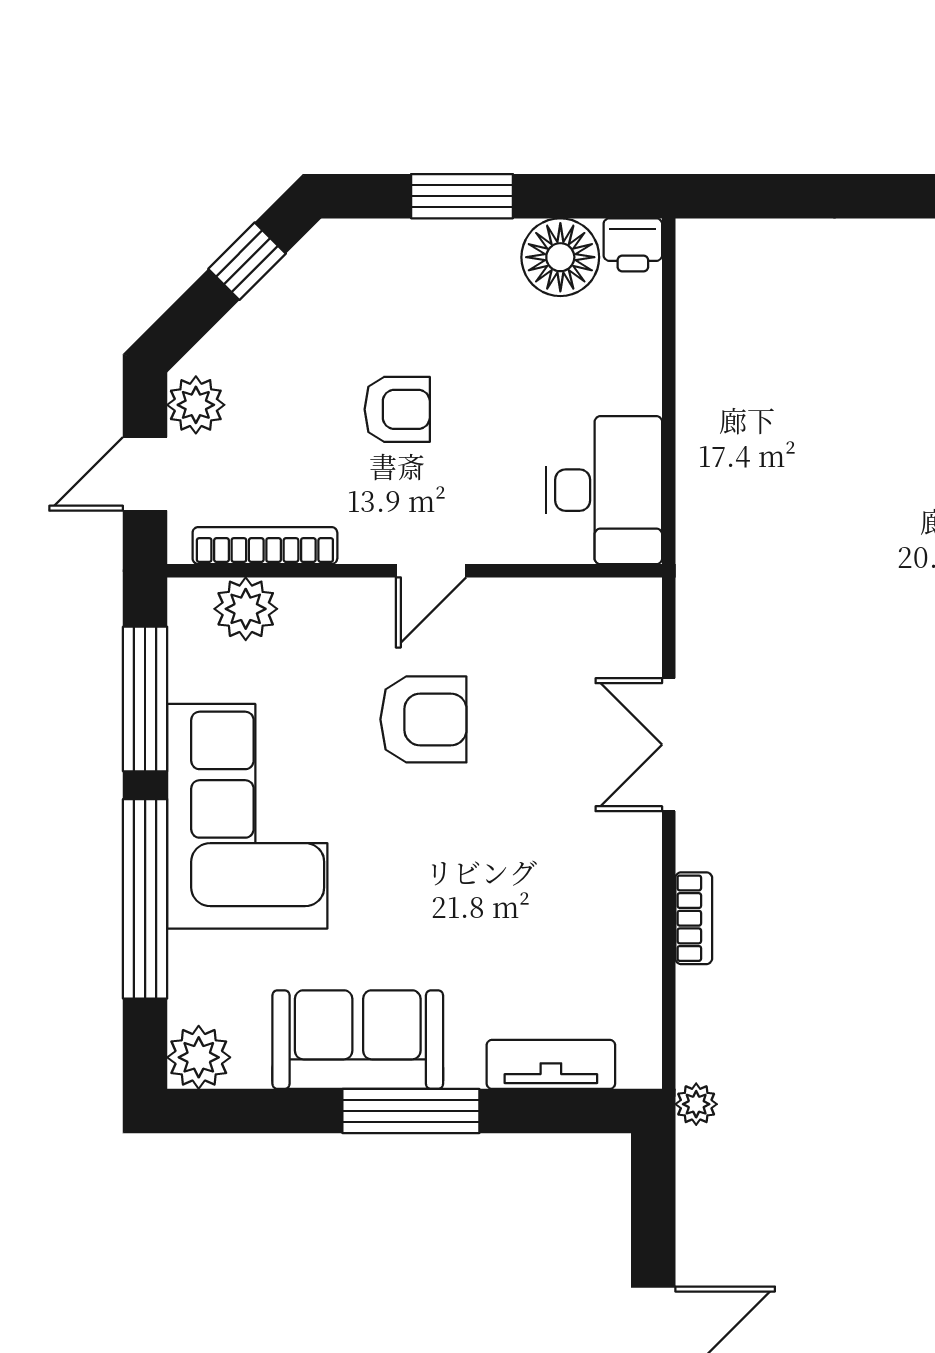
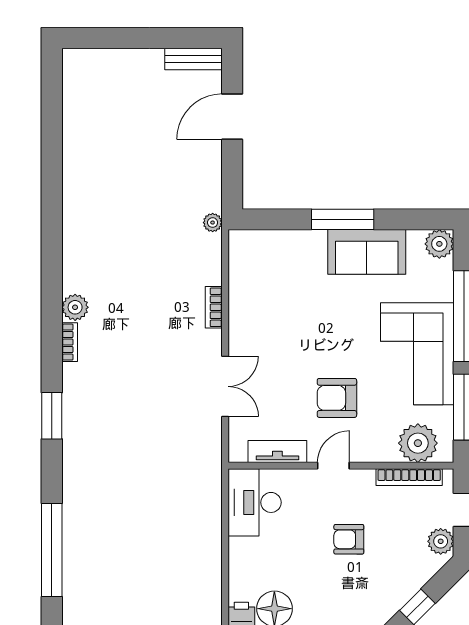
plant: (246, 609) -> (418, 443), width x1.36, depth x1.36
tv unit: (551, 1064) -> (277, 451), moved, turned 180

